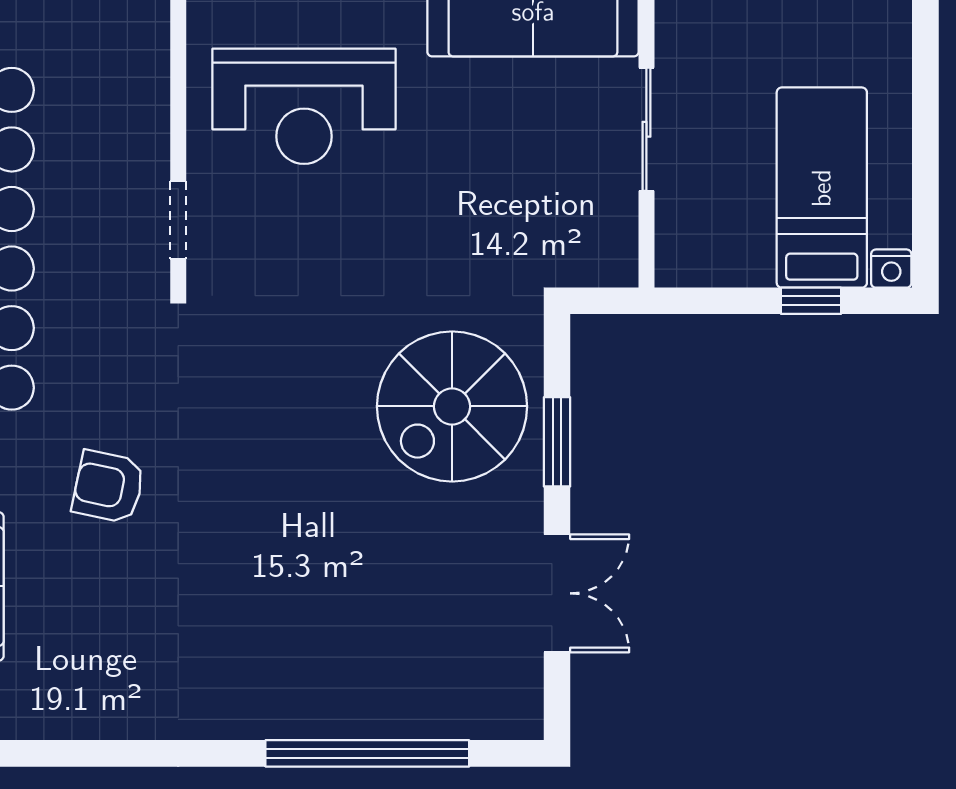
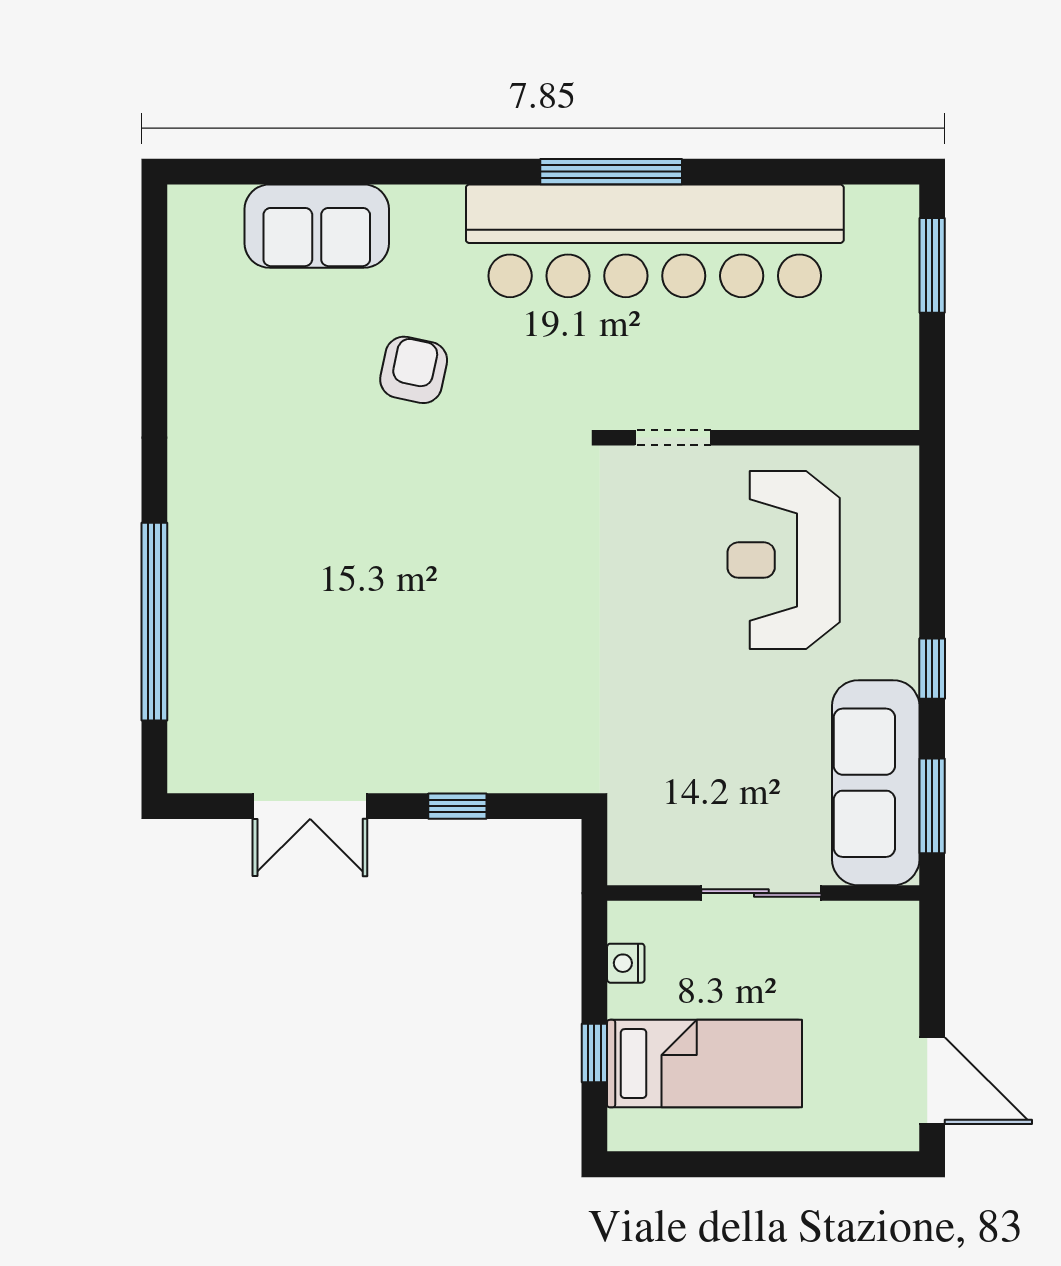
nightstand: (891, 269) -> (626, 963), moved
spiral stairs: (452, 406) -> (492, 704), removed
window: (557, 442) -> (457, 806), width x0.67

